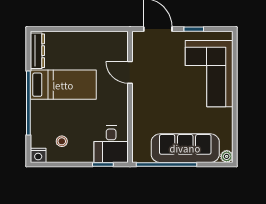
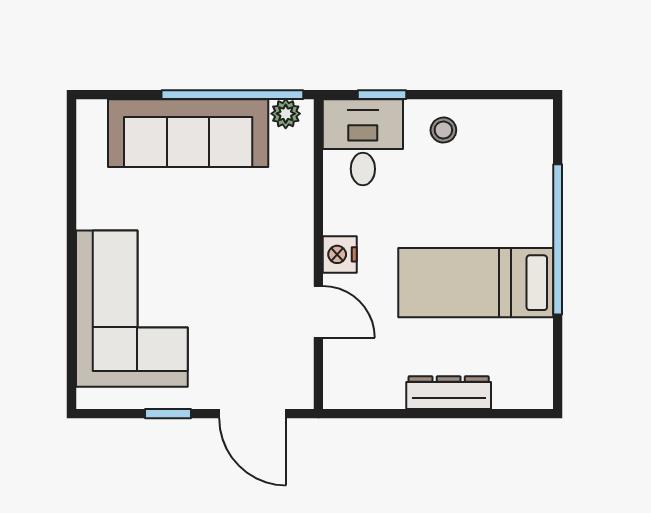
dresser: (37, 51) -> (449, 393), moved, turned 90
stool: (62, 141) -> (443, 130), moved
nightstand: (38, 155) -> (340, 254), moved, turned -90
plant: (227, 156) -> (286, 114), moved

